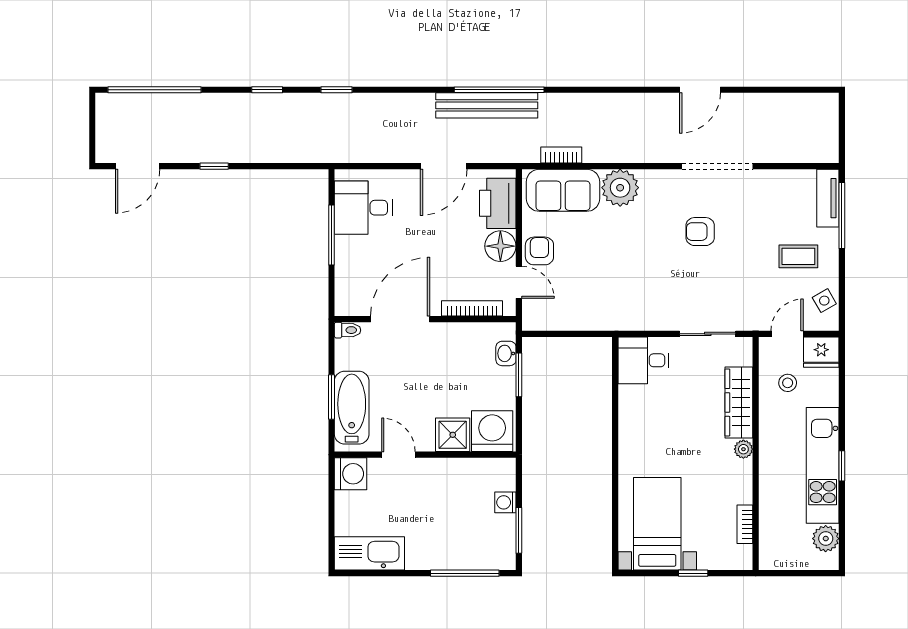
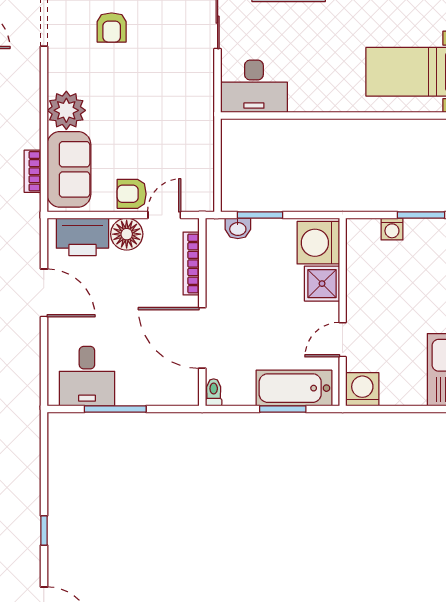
desk: (643, 360) -> (254, 86), width x1.37

